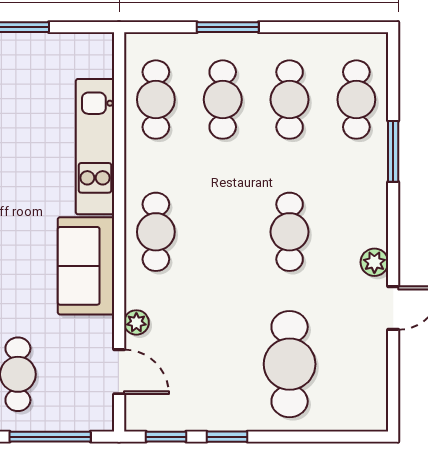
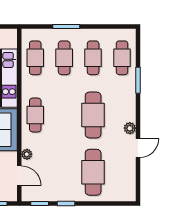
cafe table: (290, 232) -> (93, 115), width x1.37, depth x1.35

